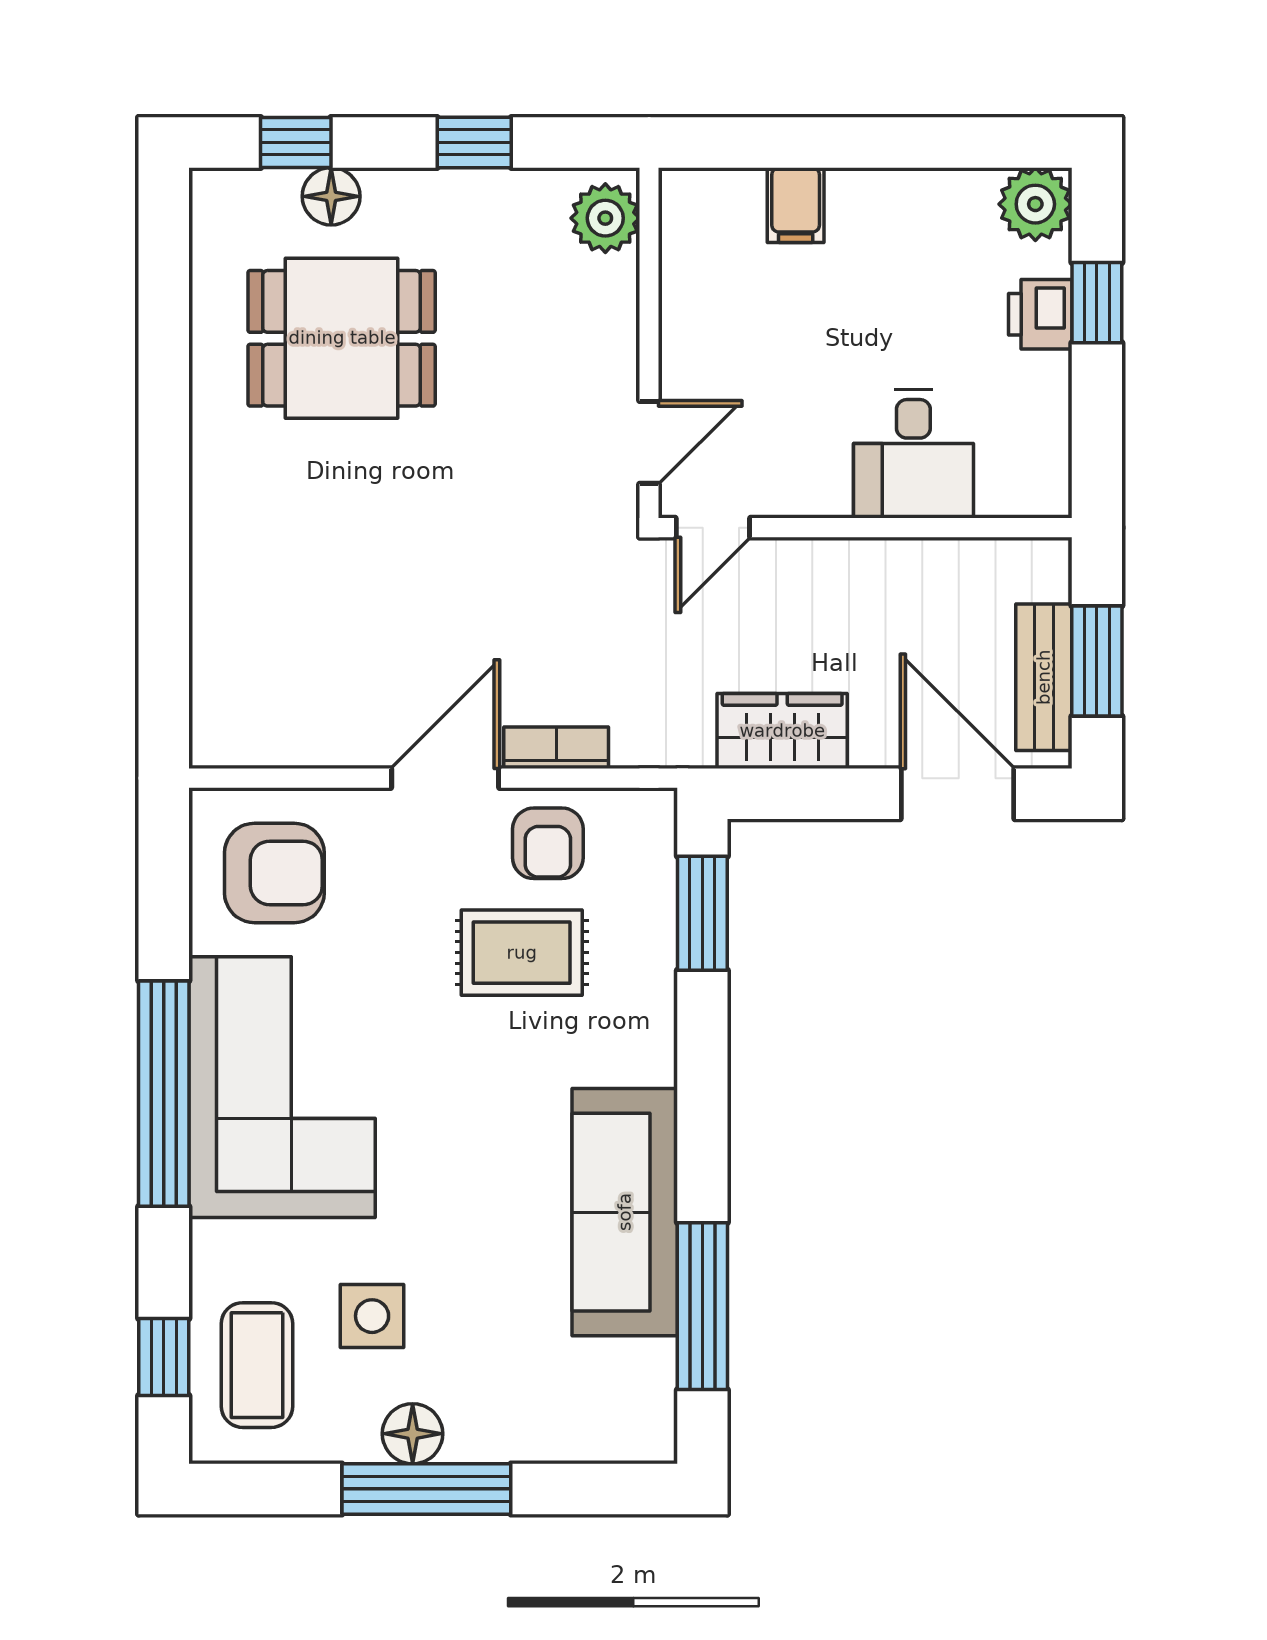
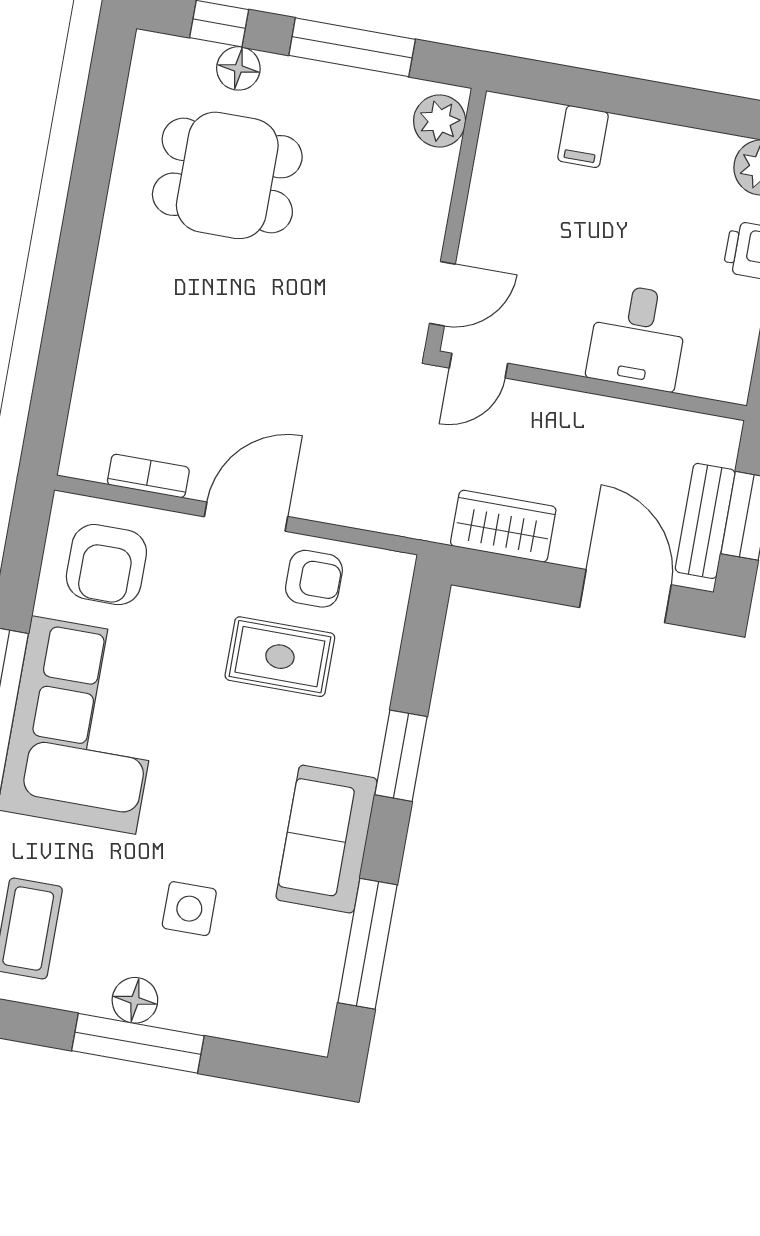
window: (474, 142) -> (352, 47), width x2.17
bookcase: (556, 748) -> (148, 476), moved
armchair: (548, 843) -> (314, 579), turned -90
armchair: (274, 873) -> (106, 565), turned 90
window: (702, 913) -> (401, 756), moved
sofa: (625, 1212) -> (327, 839), width x0.73
side table: (372, 1316) -> (189, 909), moved

